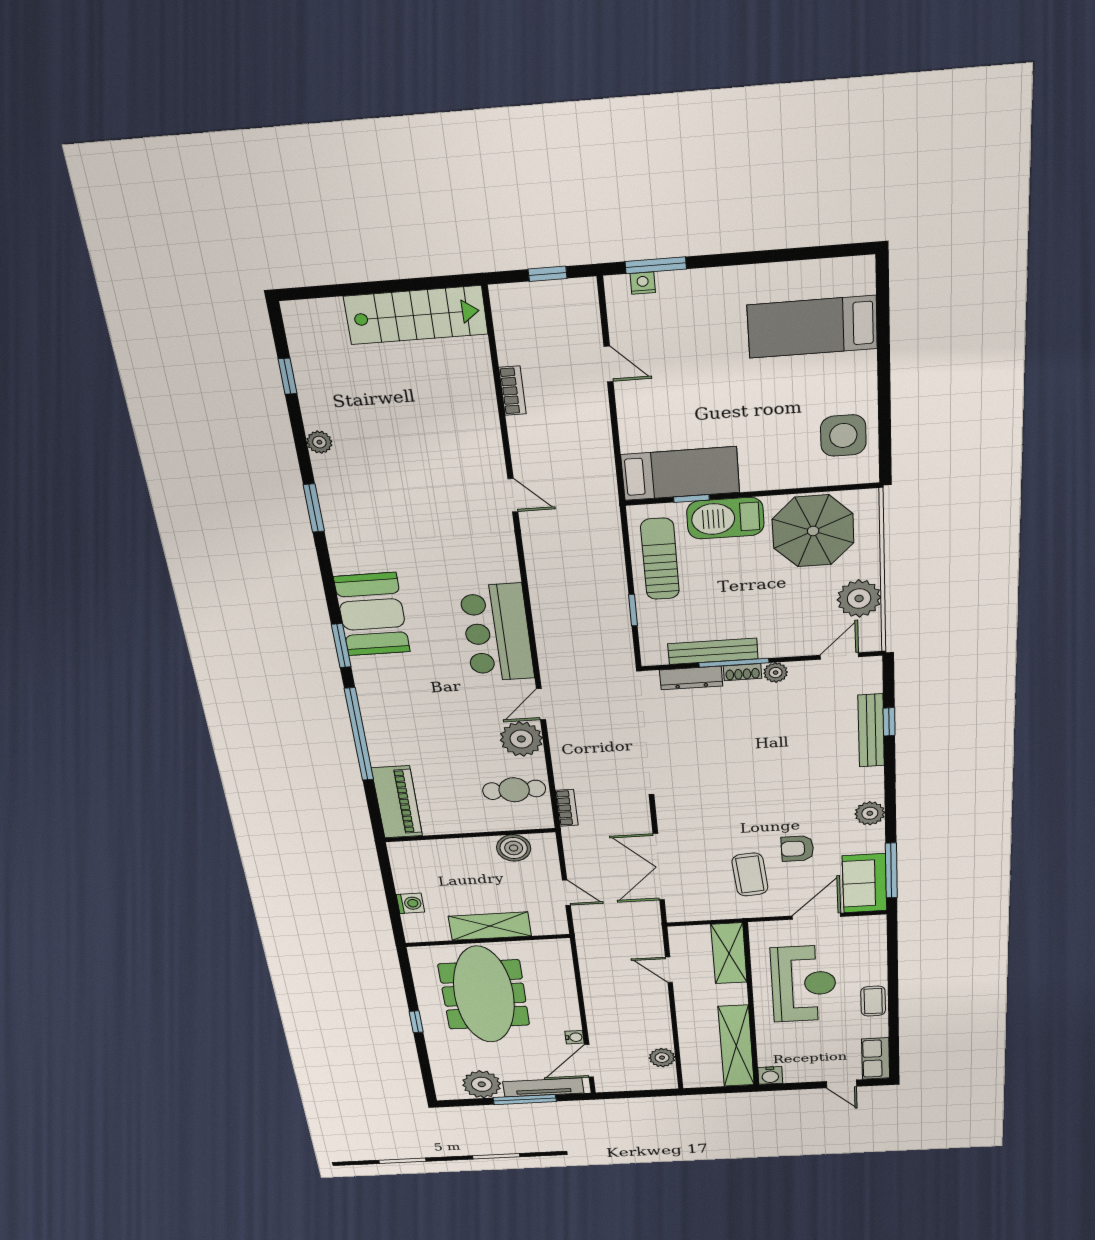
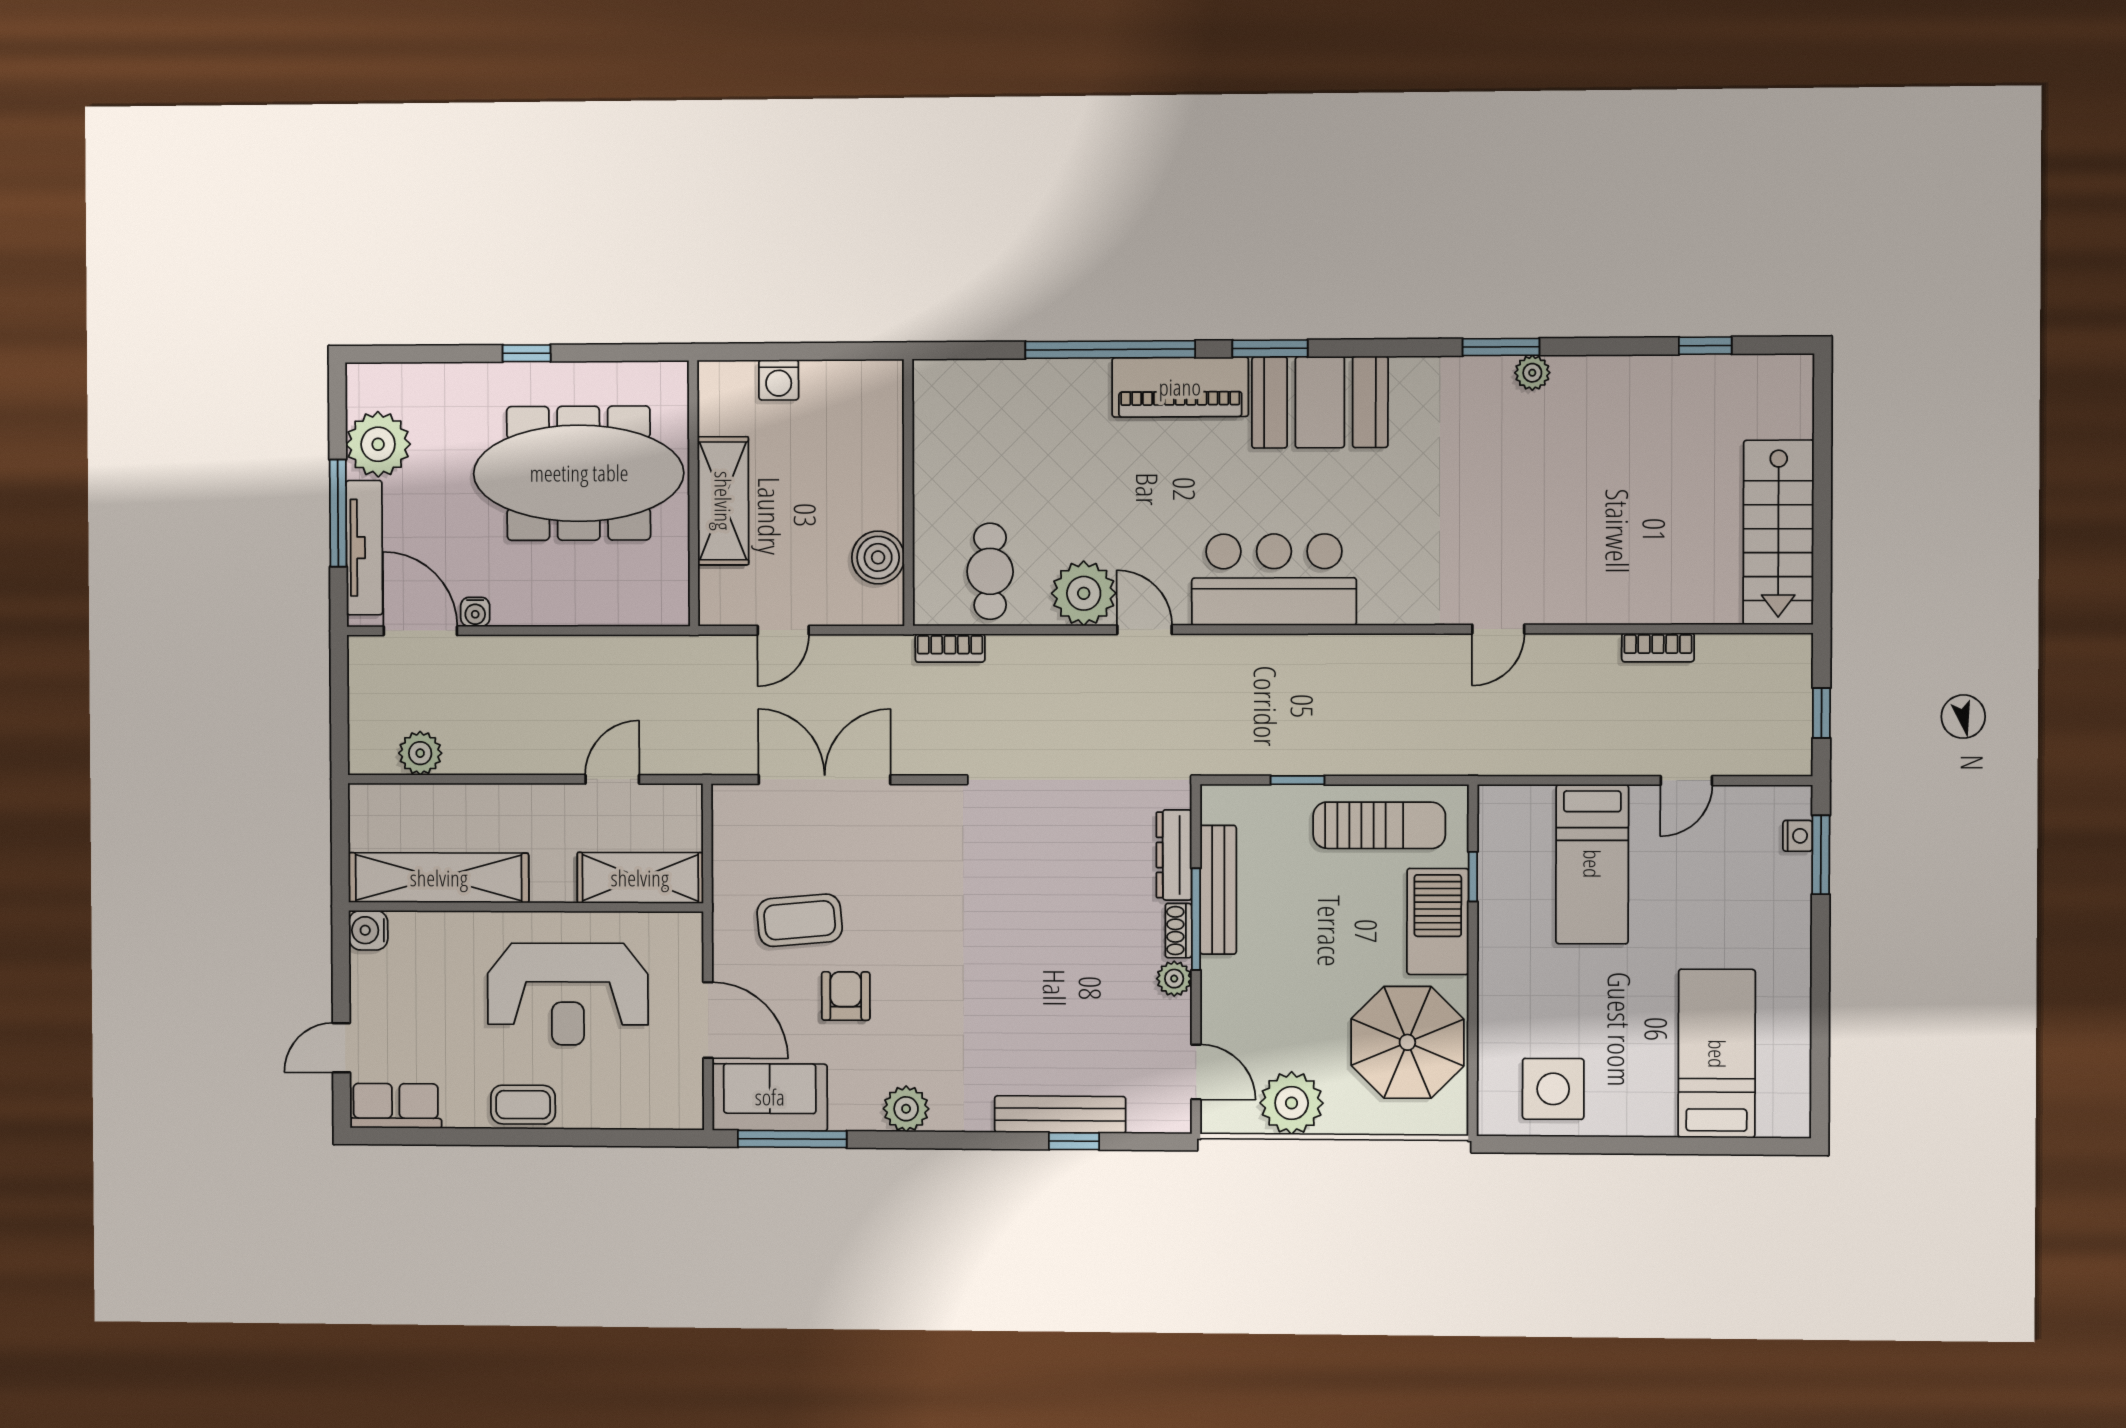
plant: (319, 442) -> (1532, 373), moved
bed: (680, 474) -> (1592, 864), moved
piano: (397, 802) -> (1180, 387), moved

